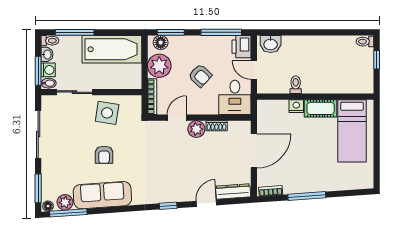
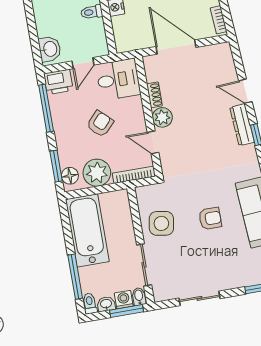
sliding door: (38, 134) -> (199, 298), width x0.73
dresser: (233, 191) -> (242, 125), moved

